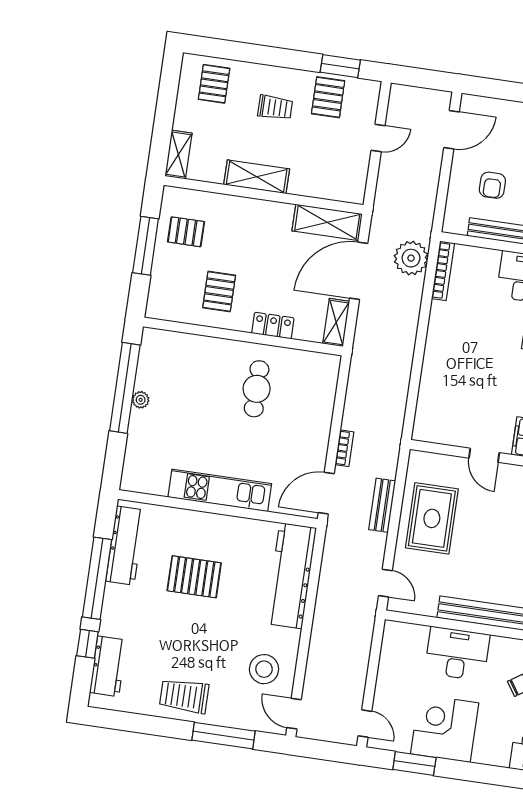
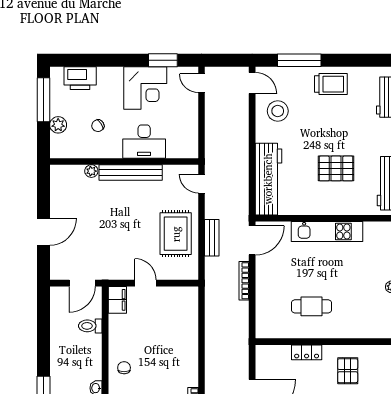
shelving: (336, 322) -> (263, 361), removed
cafe table: (257, 389) -> (311, 306), turned 90
bookcase: (344, 448) -> (244, 281), width x1.56

